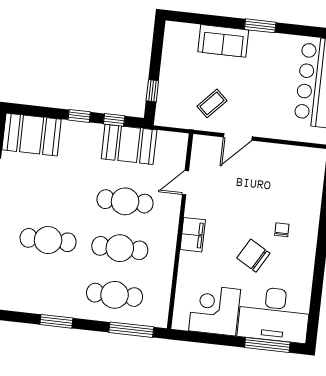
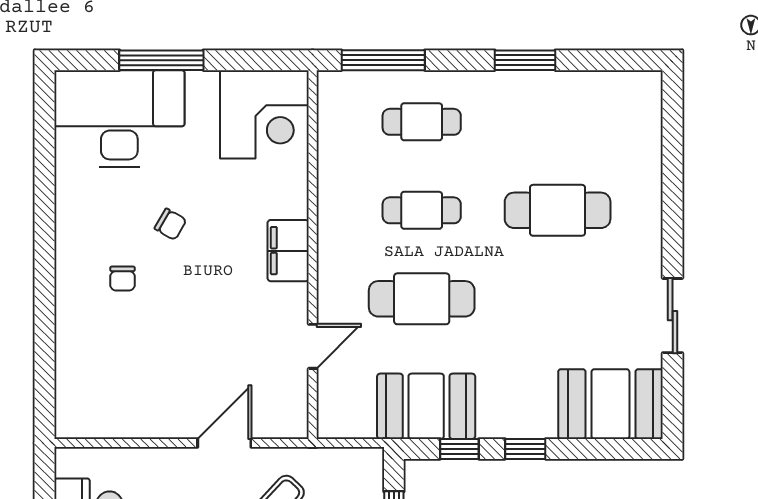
cafe table: (120, 248) -> (422, 210), width x0.73, depth x0.74
chair: (253, 256) -> (170, 224), width x0.54, depth x0.54
cafe table: (115, 295) -> (422, 122), width x0.73, depth x0.74
corner desk: (215, 310) -> (264, 114), moved
window: (267, 345) -> (161, 60), moved

